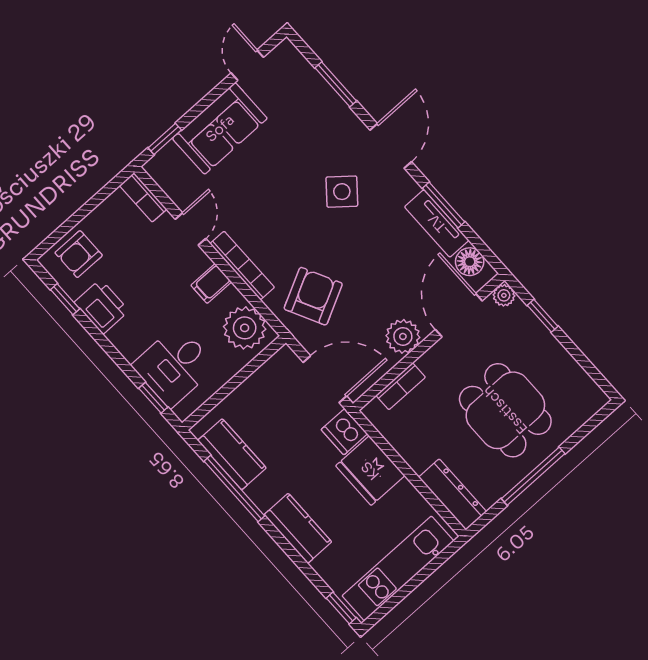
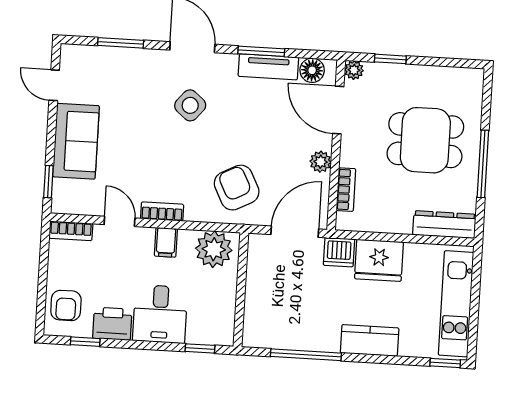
bookcase: (242, 266) -> (162, 212), width x0.64
plant: (403, 336) -> (321, 162), width x0.73, depth x0.73
desk: (174, 366) -> (160, 314), moved
kitchen counter: (232, 454) -> (283, 335), removed

